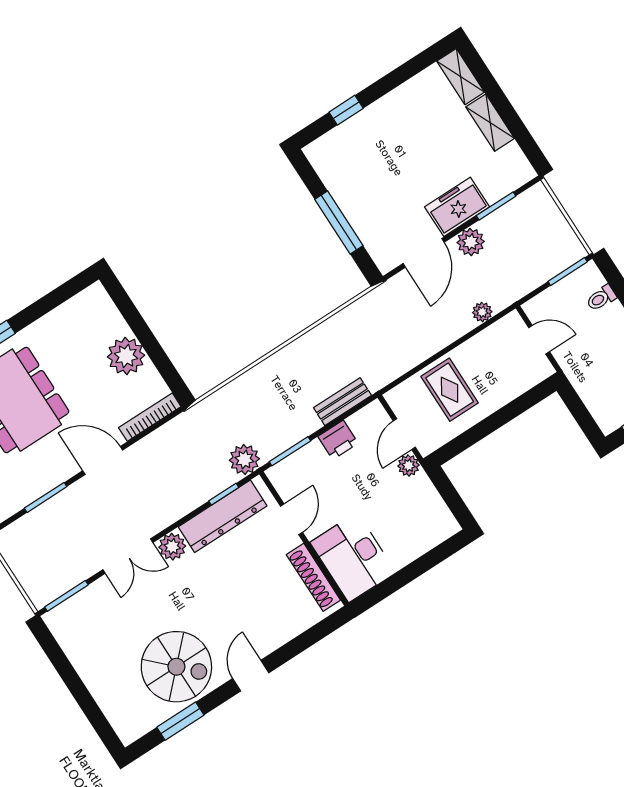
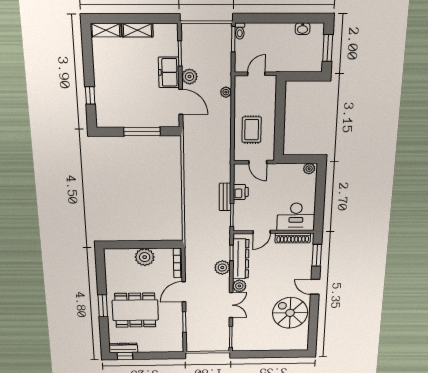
toilet: (601, 298) -> (240, 31), moved
rug: (450, 390) -> (252, 130), turned 90
bench: (342, 402) -> (225, 197), moved
plant: (244, 460) -> (222, 268), moved
plant: (409, 465) -> (309, 169), moved
door: (291, 519) -> (262, 232), swing flipped
spiral stairs: (176, 667) -> (290, 313), turned -90
window: (180, 721) -> (317, 255), moved

